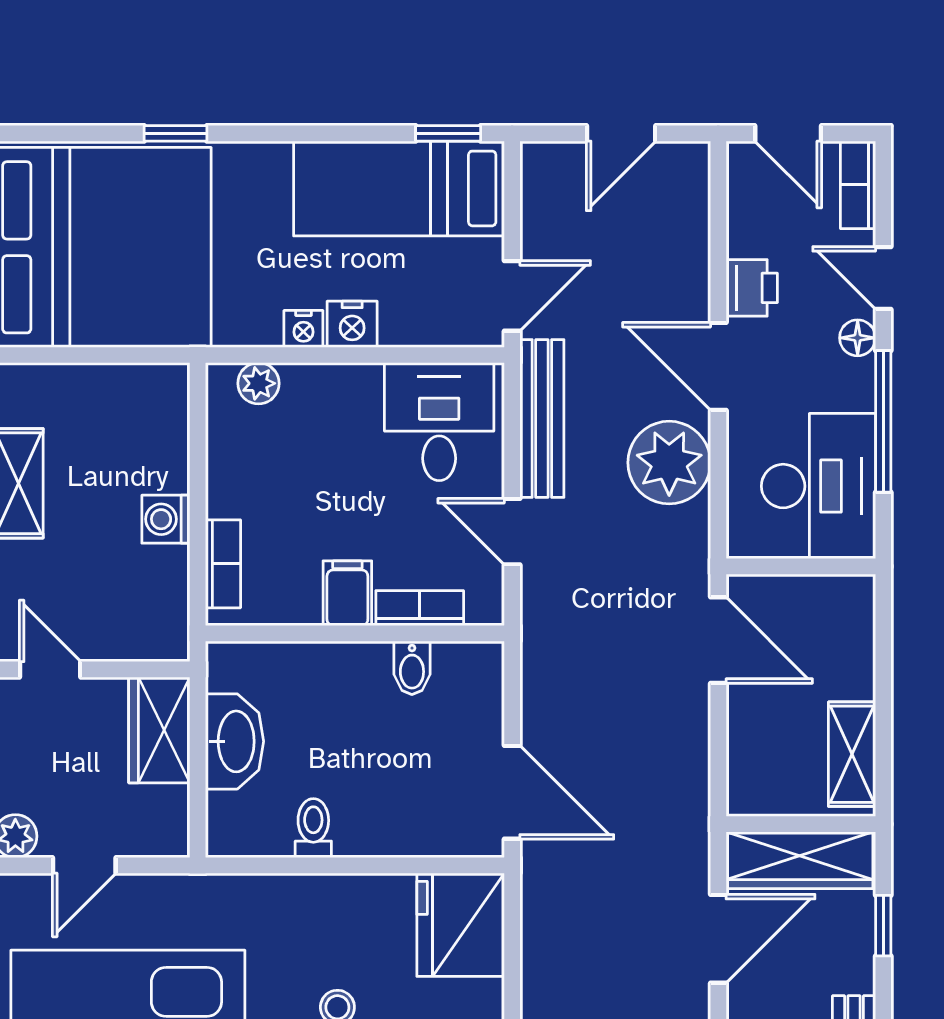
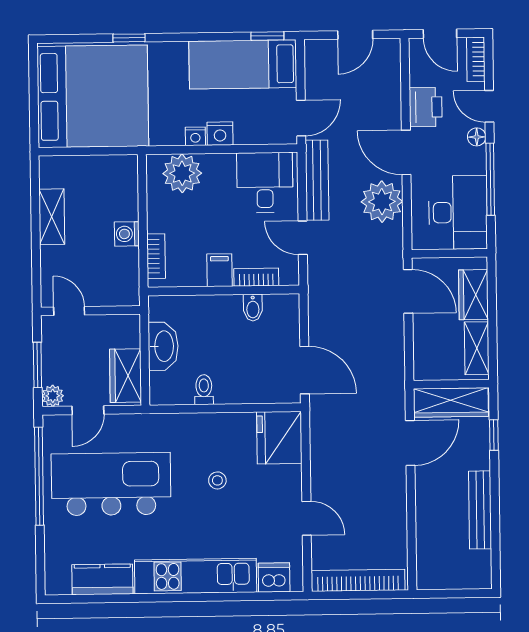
printer: (752, 288) -> (426, 107), width x1.36, depth x1.24
plant: (258, 383) -> (182, 173), width x1.88, depth x1.88
wardrobe: (847, 648) -> (473, 295), added
wardrobe: (159, 730) -> (125, 376), moved

